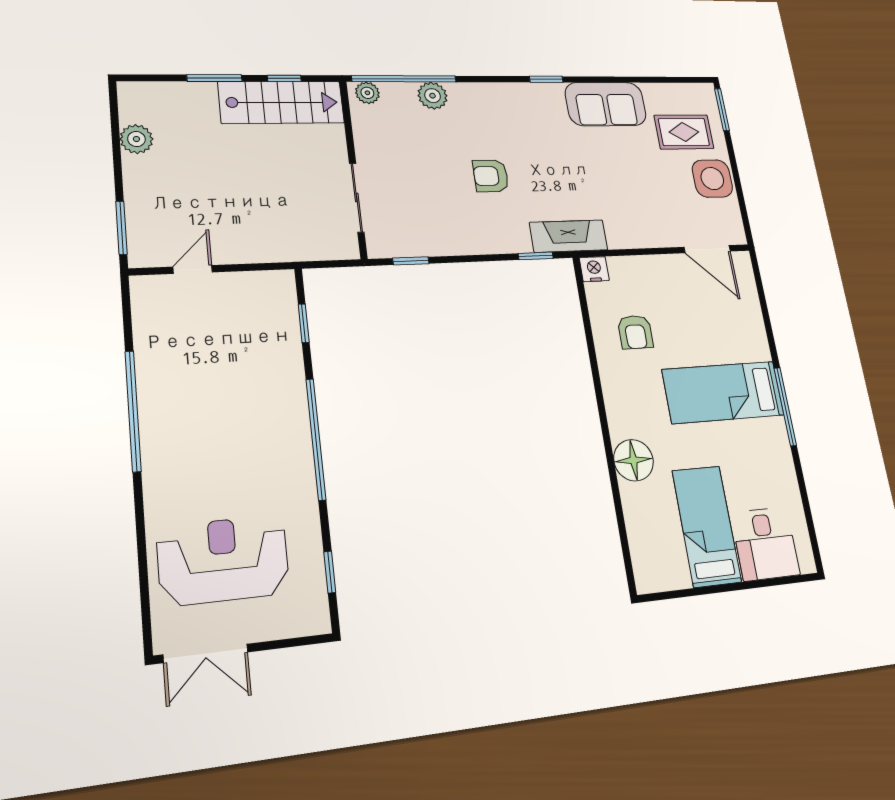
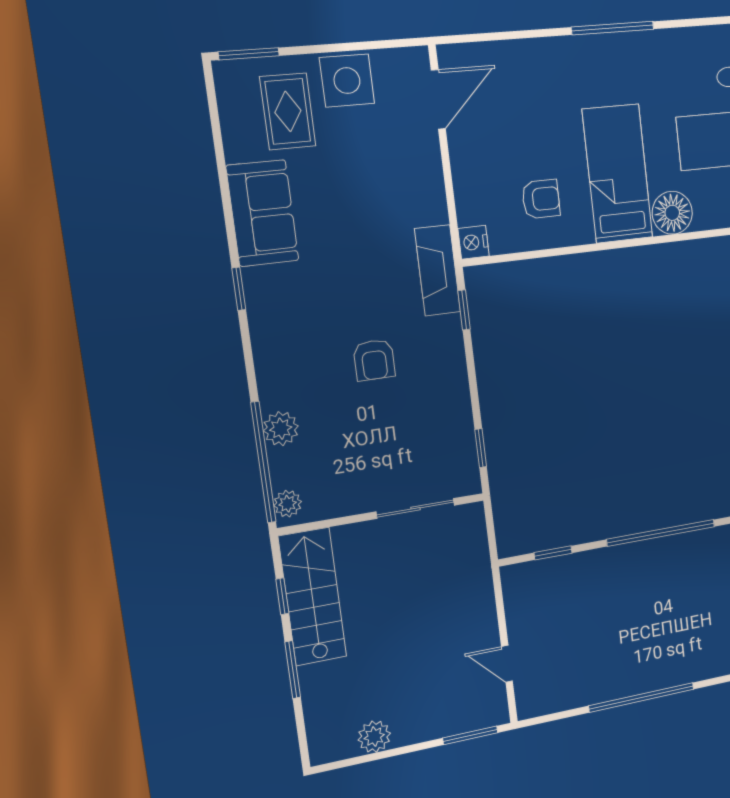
bed: (723, 392) -> (618, 174), moved, turned 180

